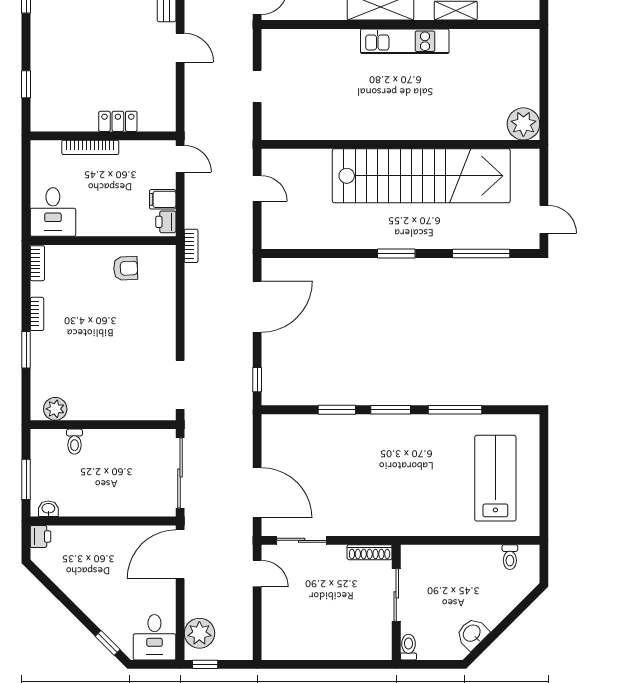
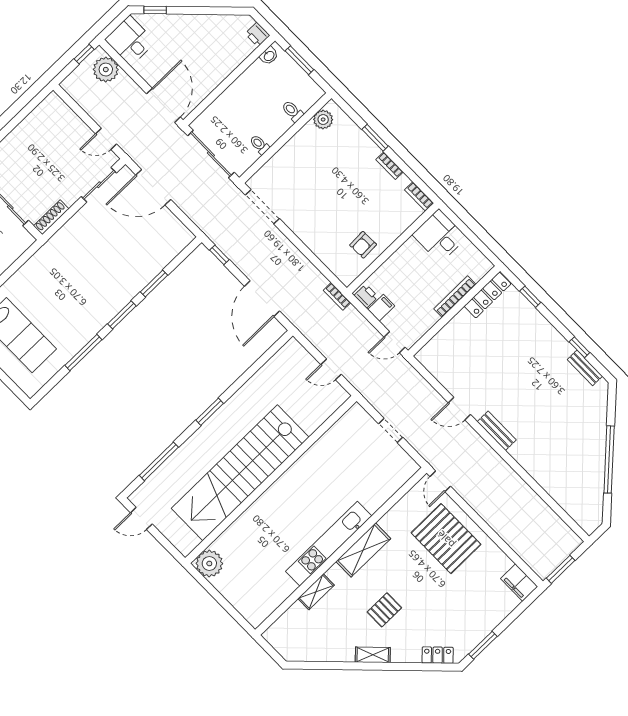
kitchen unit: (405, 41) -> (329, 544), width x1.36
locker: (118, 121) -> (488, 295), moved, width x1.53
toilet: (131, 441) -> (259, 145), added

